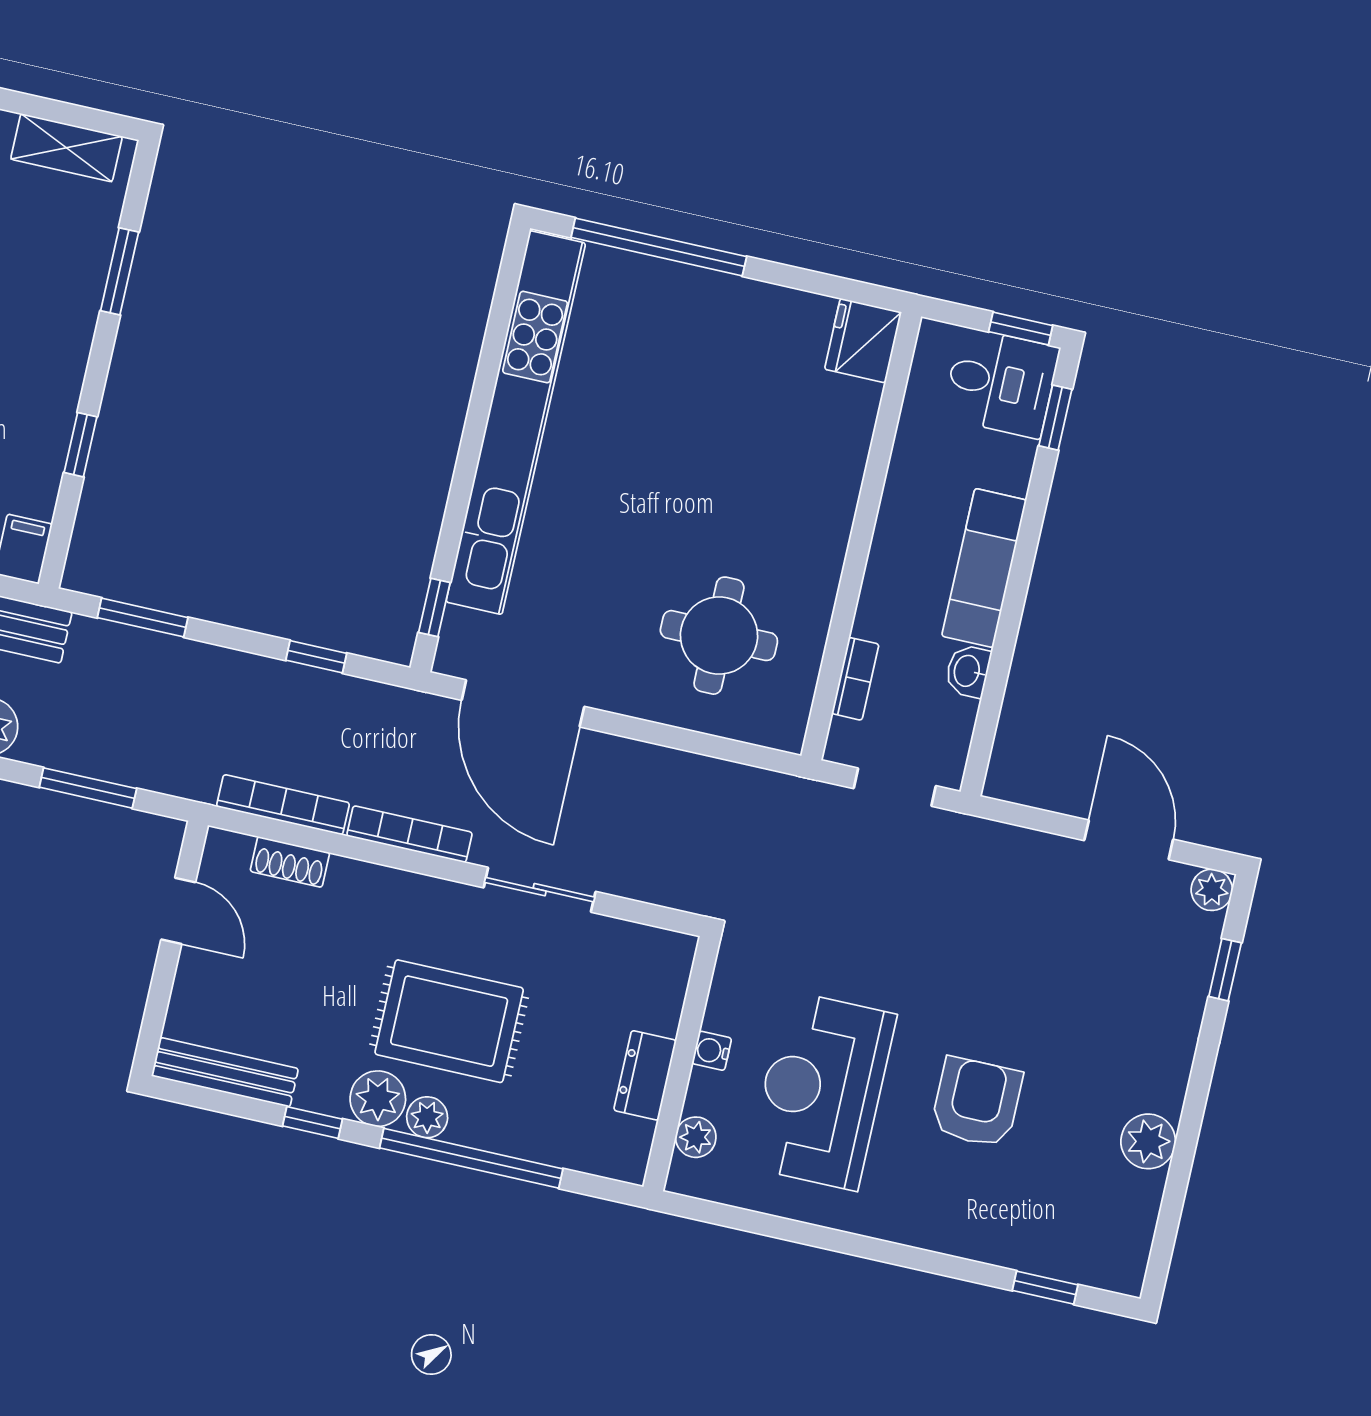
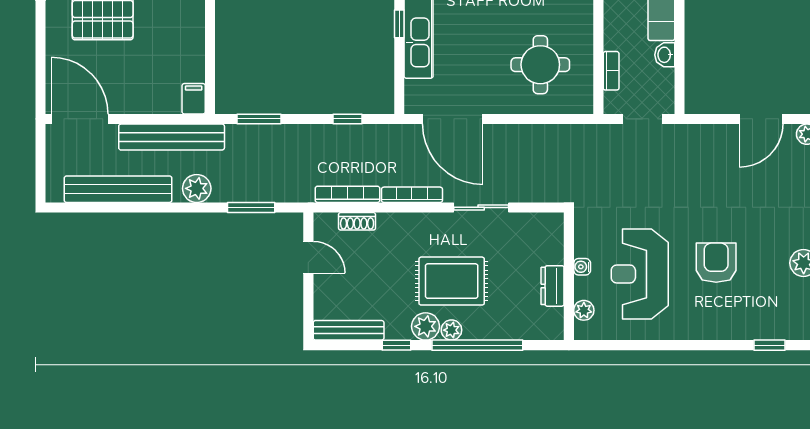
window: (80, 445) -> (210, 42), removed
window: (434, 608) -> (399, 24), moved
door: (1129, 840) -> (761, 119), swing flipped

